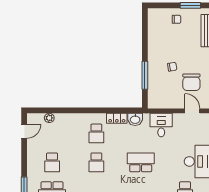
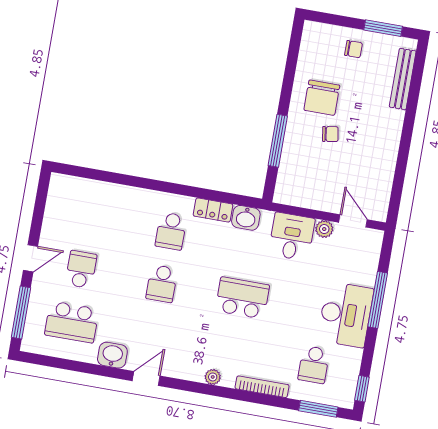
chair: (191, 82) -> (322, 98), moved
plant: (49, 118) -> (324, 229), moved
door: (24, 131) -> (31, 258), moved
school desk: (52, 162) -> (81, 269), turned 180

